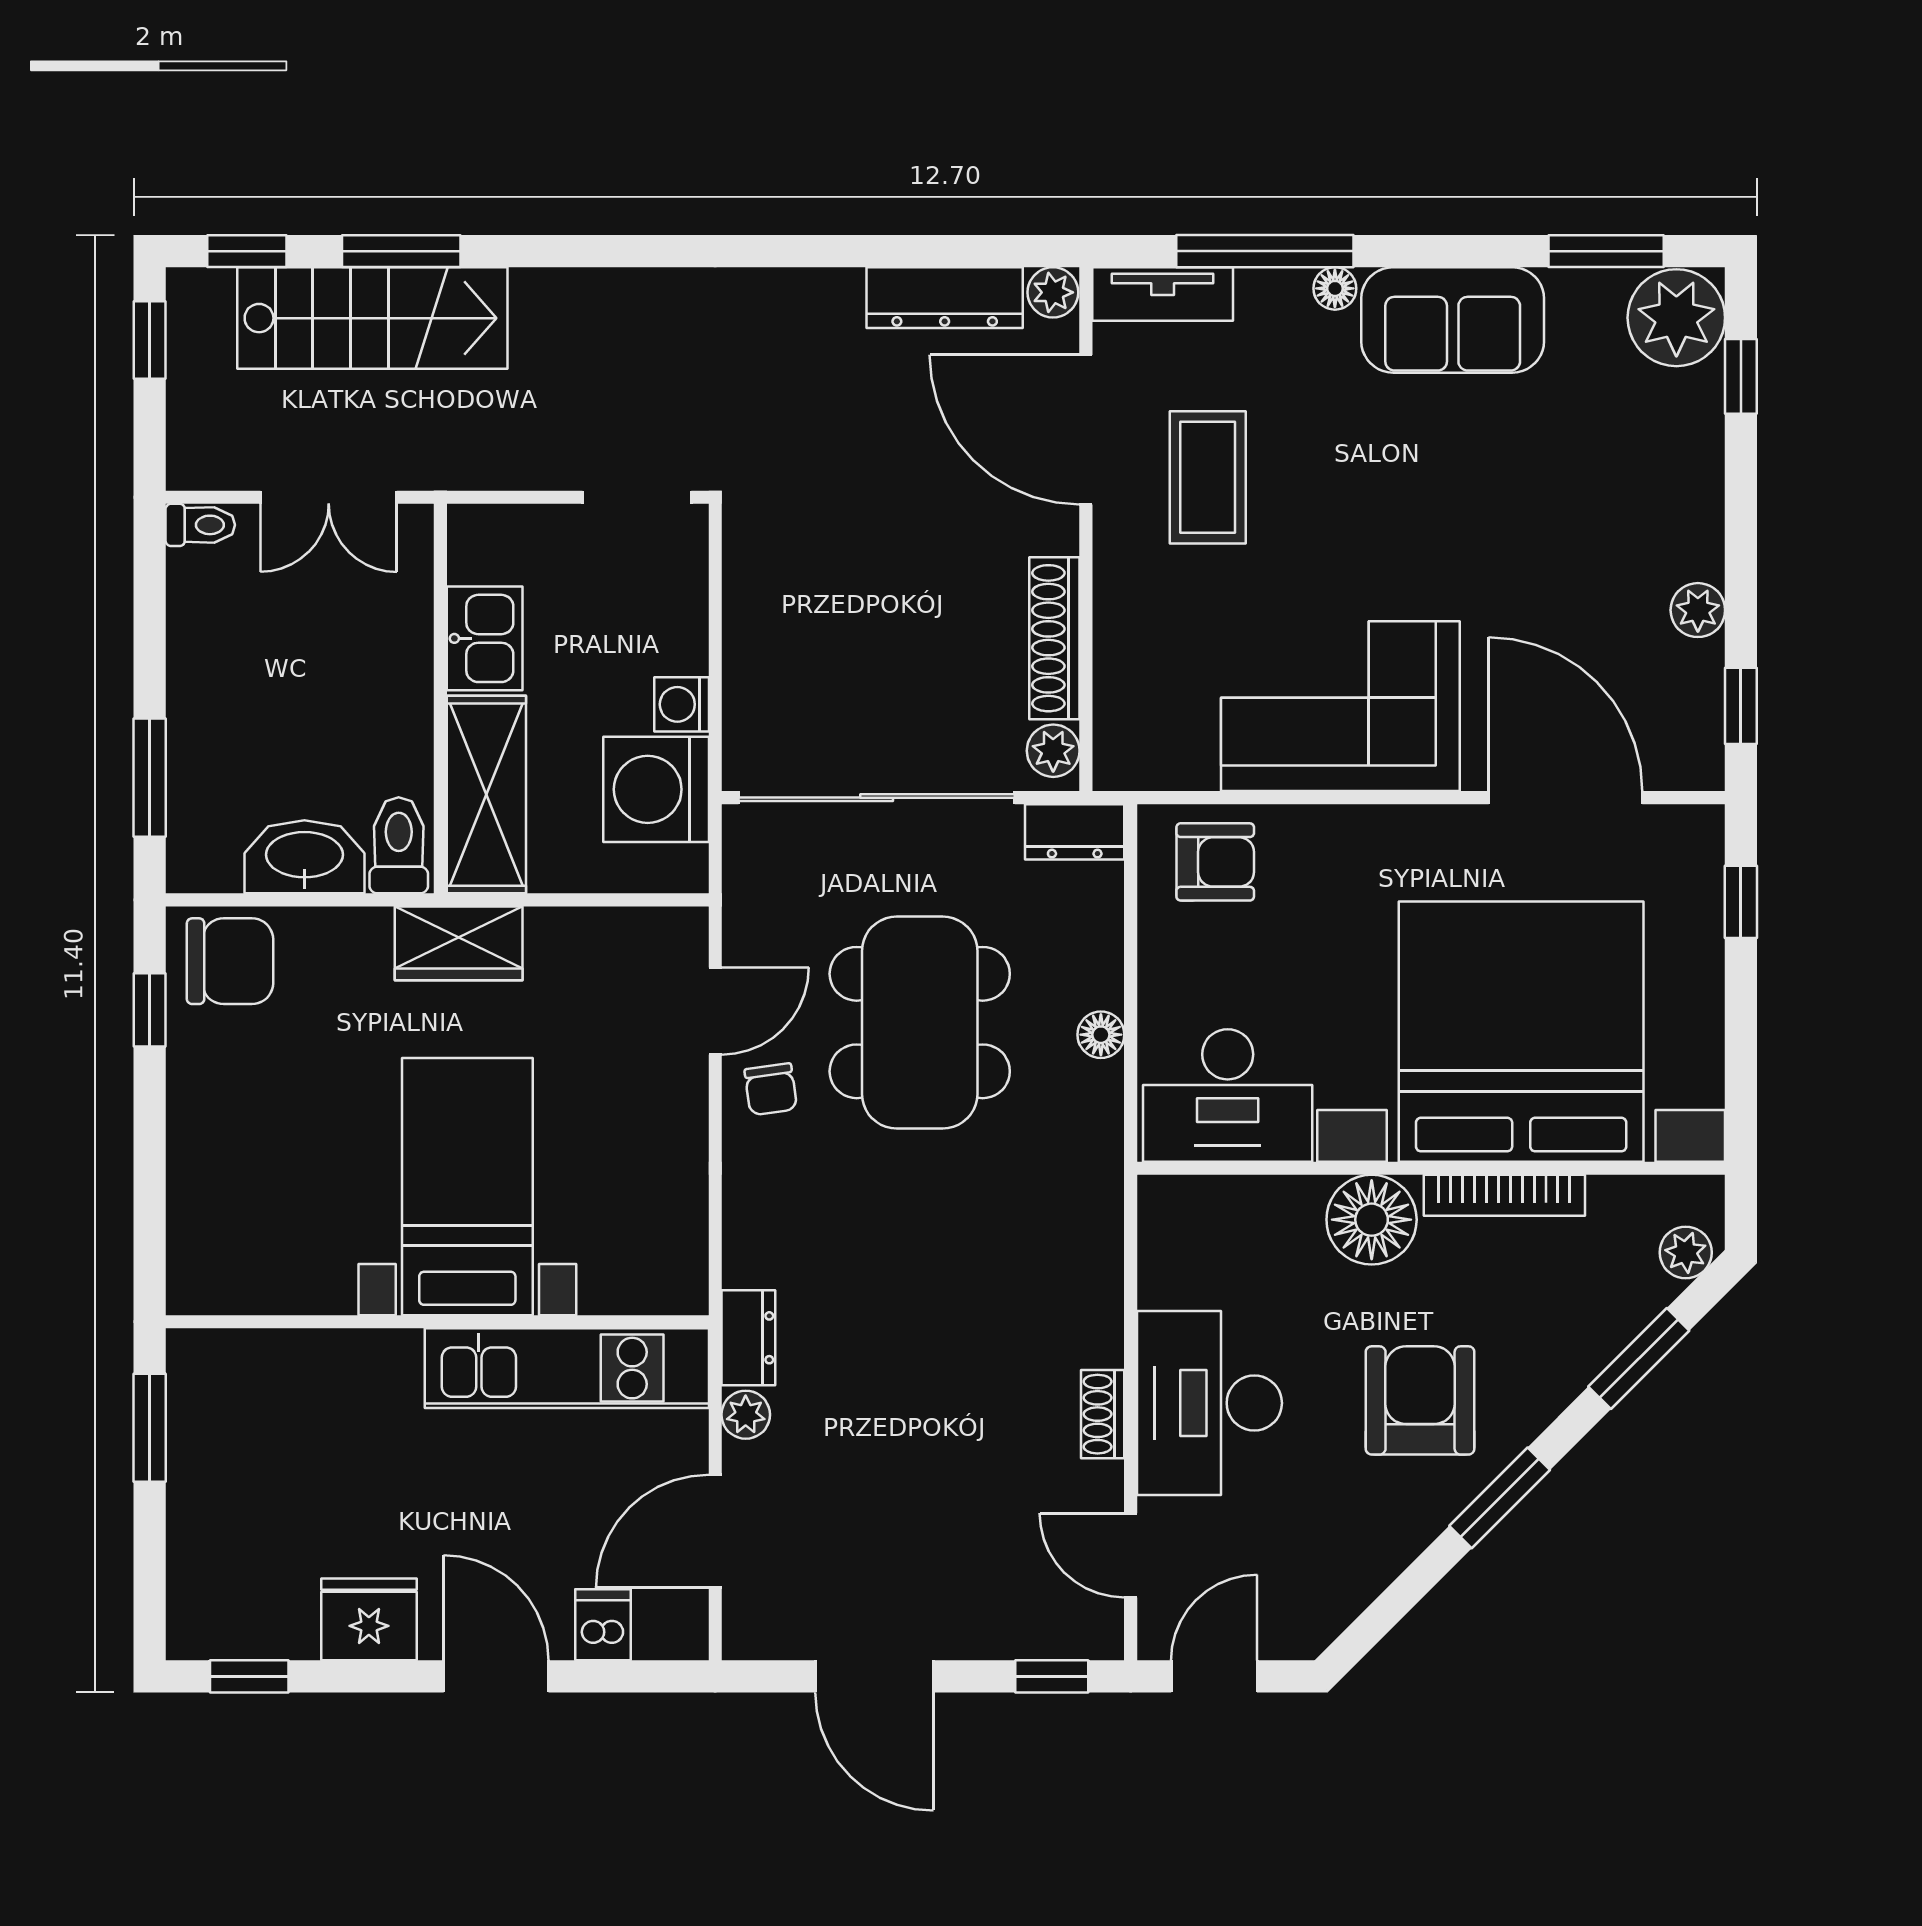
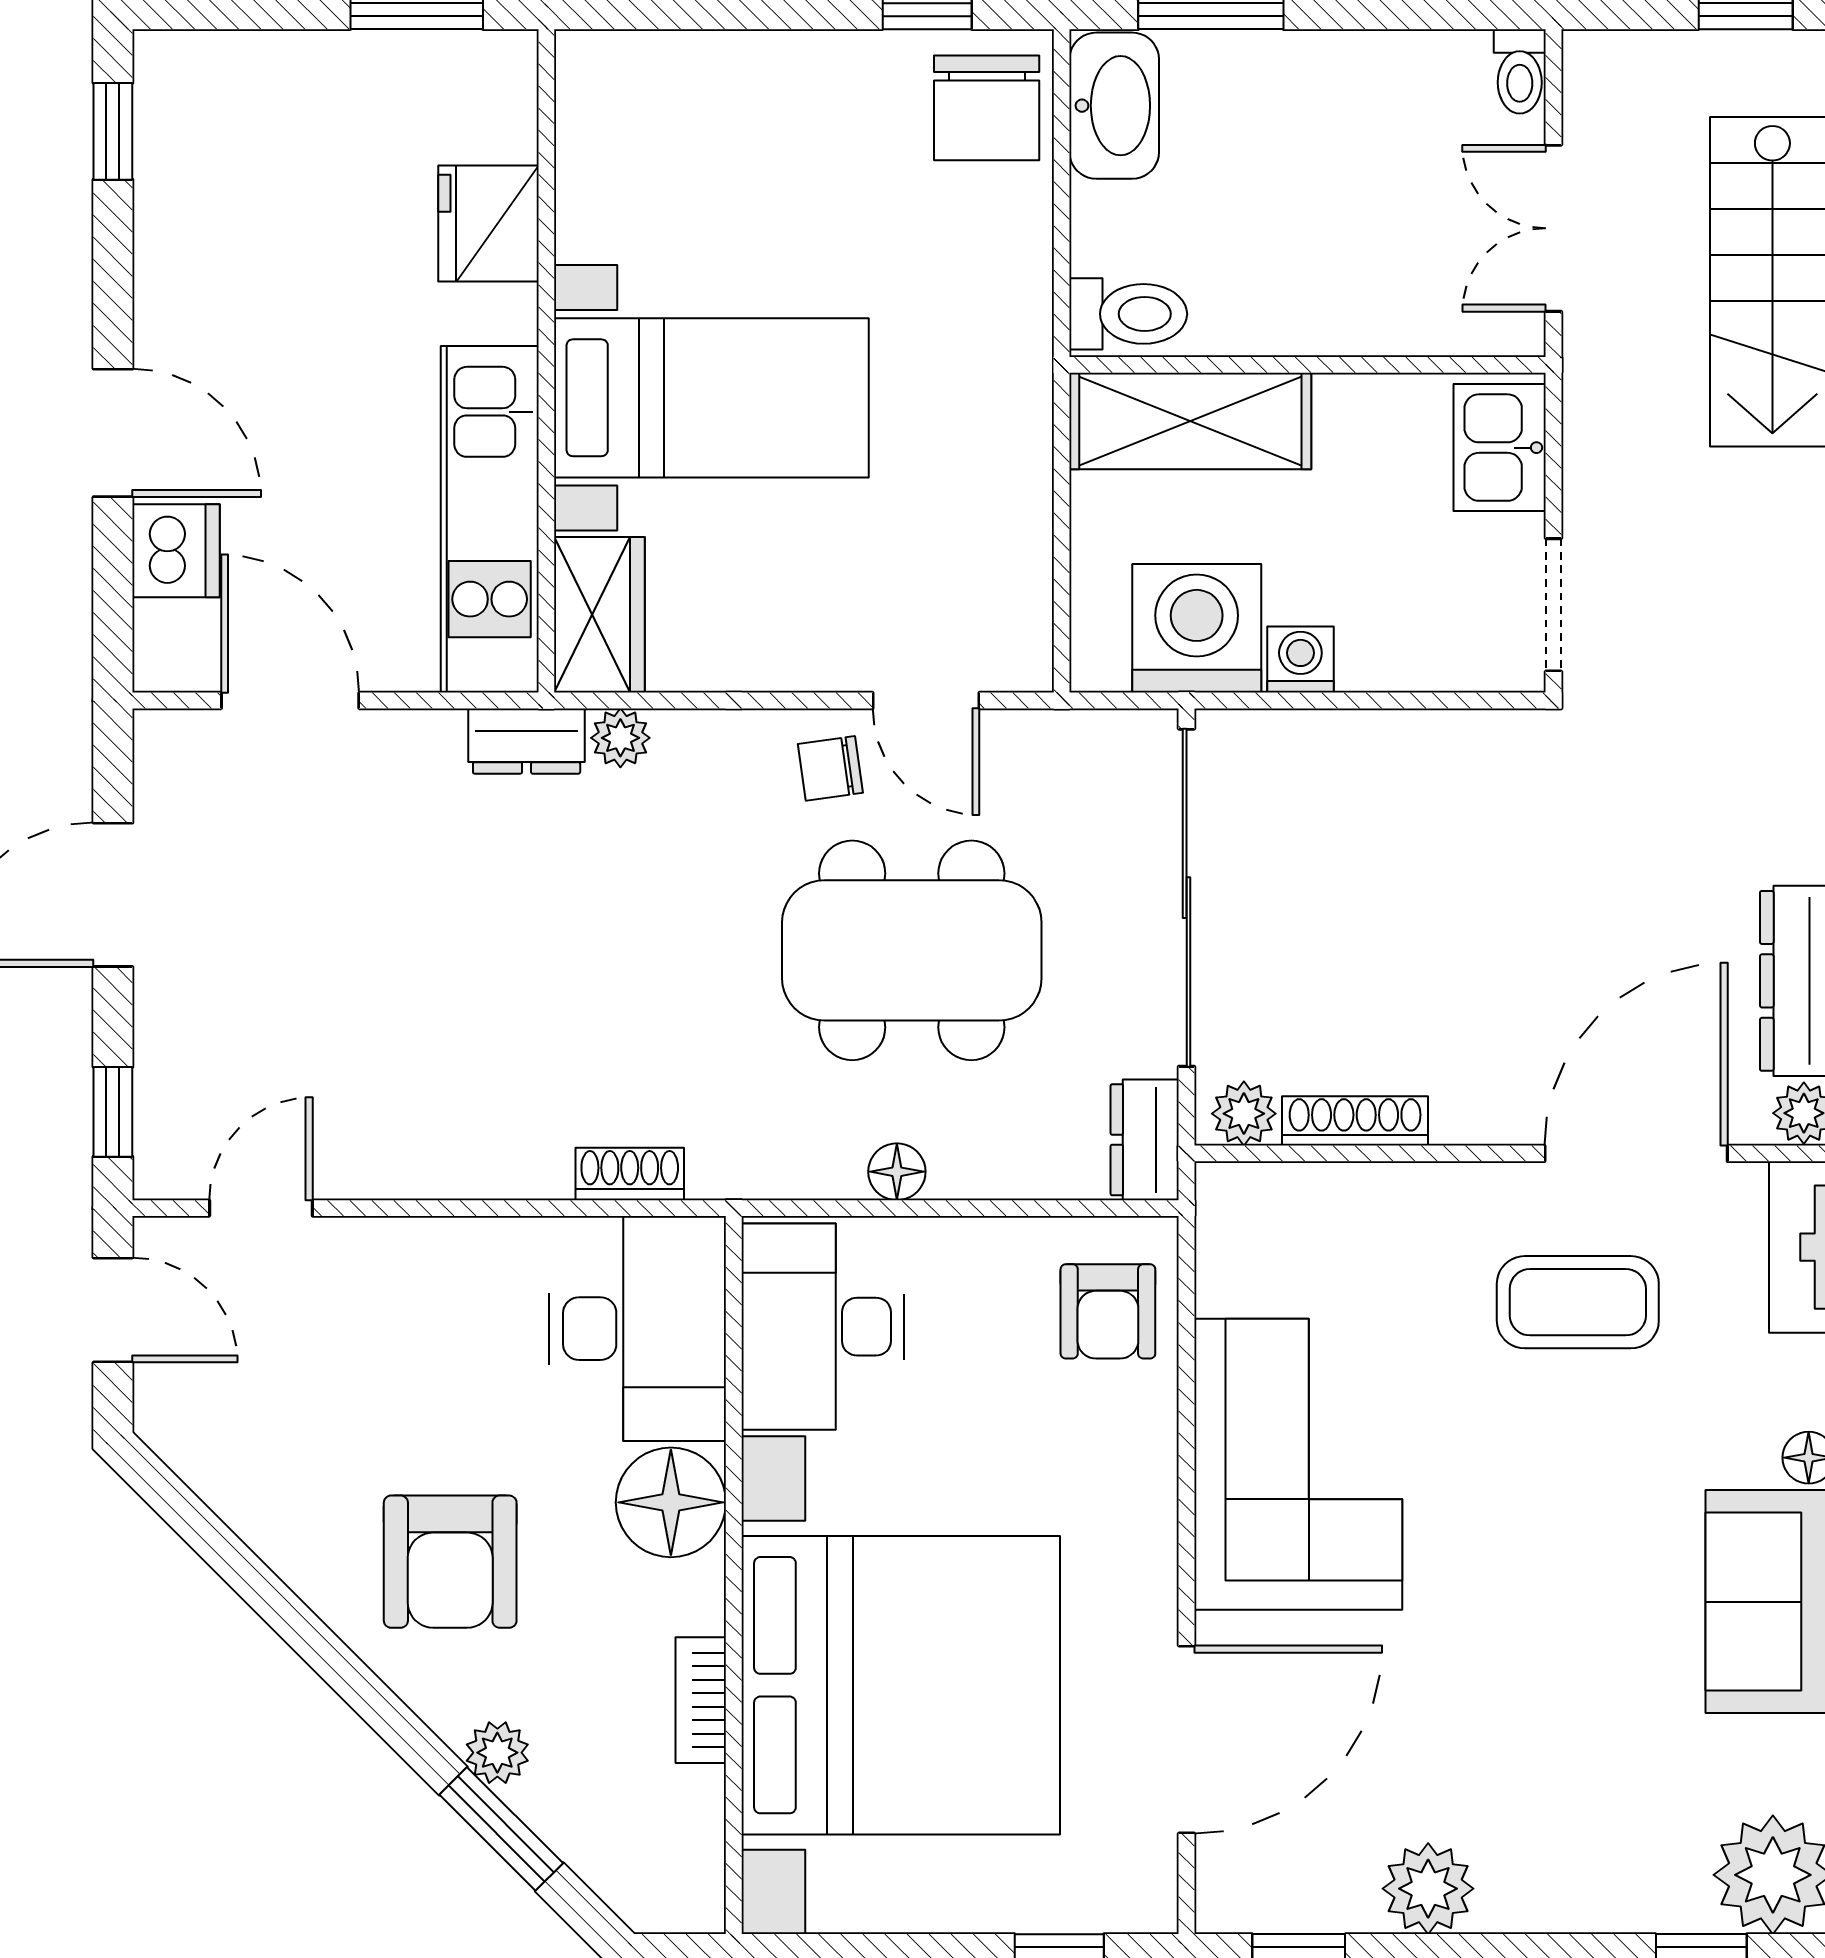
plant: (1698, 610) -> (1428, 1889), width x1.38, depth x1.38
kitchen sink: (485, 638) -> (1500, 448), moved, turned 90
shoe rack: (1054, 638) -> (1355, 1121), width x0.74, depth x0.81
washbasin: (304, 857) -> (1114, 106), moved
wardrobe: (459, 943) -> (599, 615), moved, turned 180
bookcase: (1504, 1195) -> (701, 1700), width x0.64
plant: (1686, 1252) -> (497, 1753), moved
armchair: (1420, 1400) -> (450, 1562), turned 90
desk: (1209, 1403) -> (637, 1329), moved, turned 90
shoe rack: (1103, 1414) -> (630, 1174), moved
plant: (746, 1415) -> (620, 738), moved
window: (1500, 1498) -> (331, 1659), removed
fridge: (369, 1619) -> (488, 223), moved, turned 180
dishwasher: (603, 1625) -> (176, 551), width x1.38
door: (496, 1676) -> (113, 433), hinge flipped

